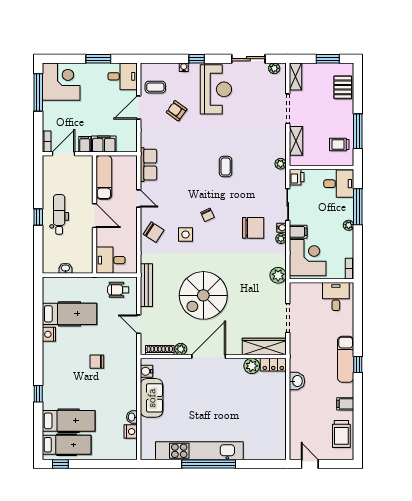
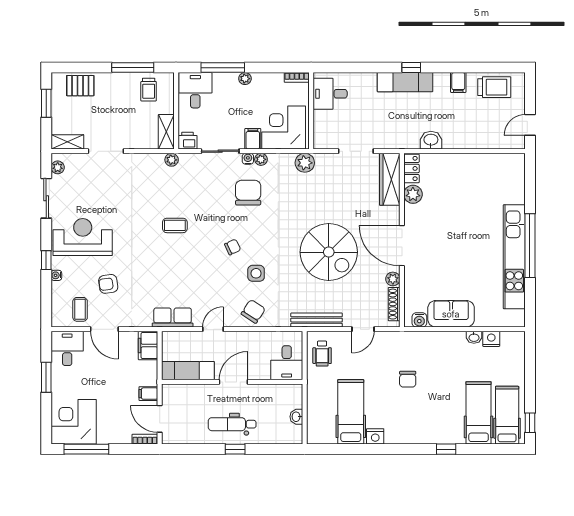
armchair: (177, 111) -> (108, 284), turned 46
shelving: (296, 141) -> (166, 132), moved, turned 90
filing cabinet: (104, 144) -> (148, 346), moved

